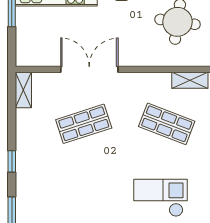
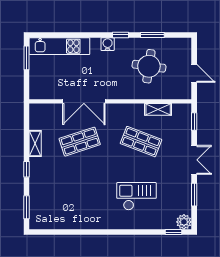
double door: (89, 69) -> (84, 101), swing flipped
shelving: (23, 90) -> (35, 144), moved

